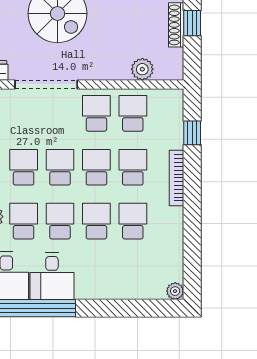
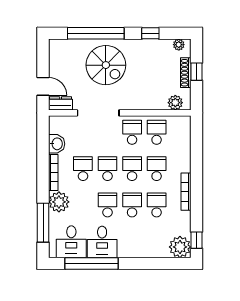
plant: (142, 69) -> (175, 103), moved
window: (192, 133) -> (197, 240), moved
bookcase: (177, 178) -> (186, 192), moved
school desk: (24, 221) -> (83, 205), removed
plant: (175, 291) -> (180, 247), width x1.87, depth x1.87

